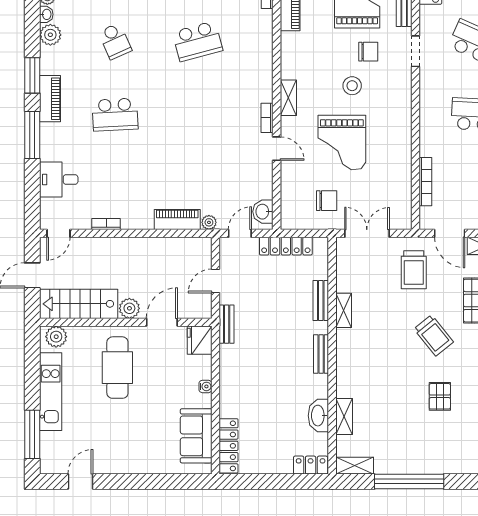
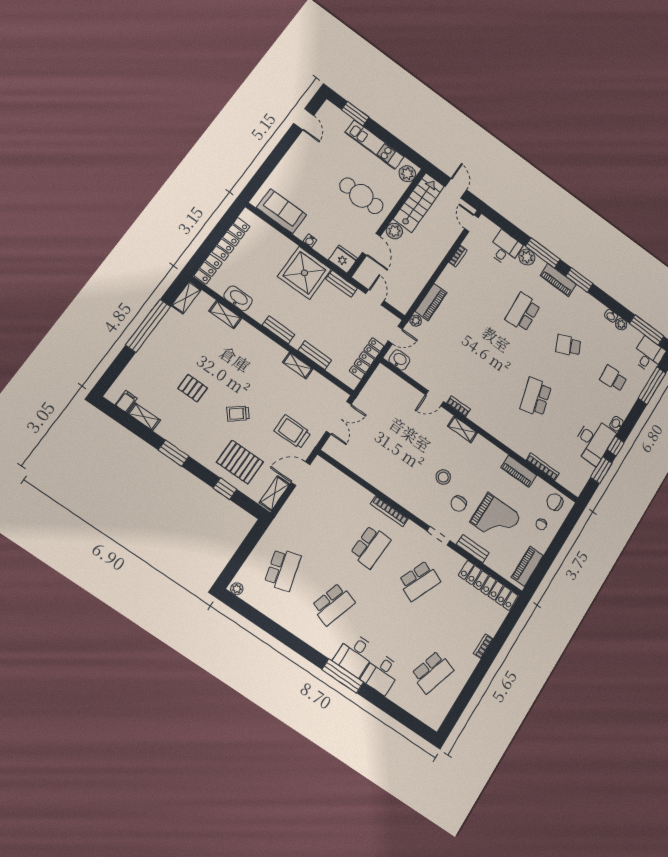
plant: (50, 35) -> (527, 257), moved
grand piano: (342, 143) -> (410, 444), removed
bookcase: (425, 182) -> (389, 511), moved
chair: (327, 201) -> (379, 407), removed
door: (240, 233) -> (395, 335), hinge flipped
trolley: (434, 335) -> (238, 414), width x0.73, depth x0.72
shower: (243, 369) -> (304, 273), added
window: (32, 434) -> (355, 114), width x0.69
locker: (229, 446) -> (231, 239), moved, turned -90

